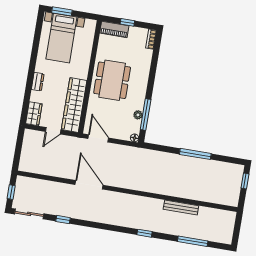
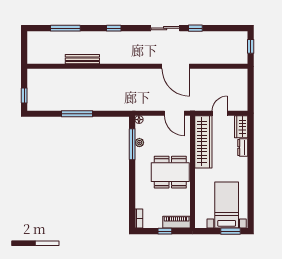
dining table: (112, 80) -> (170, 172), turned 90
dresser: (38, 82) -> (243, 148), moved
sliding door: (29, 214) -> (165, 28), moved

